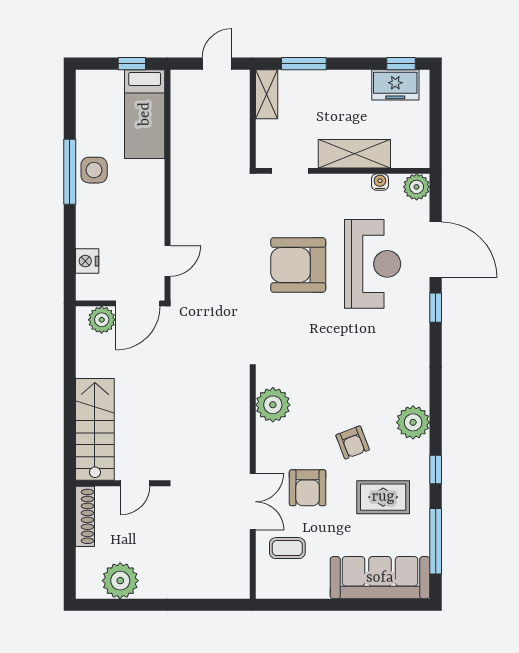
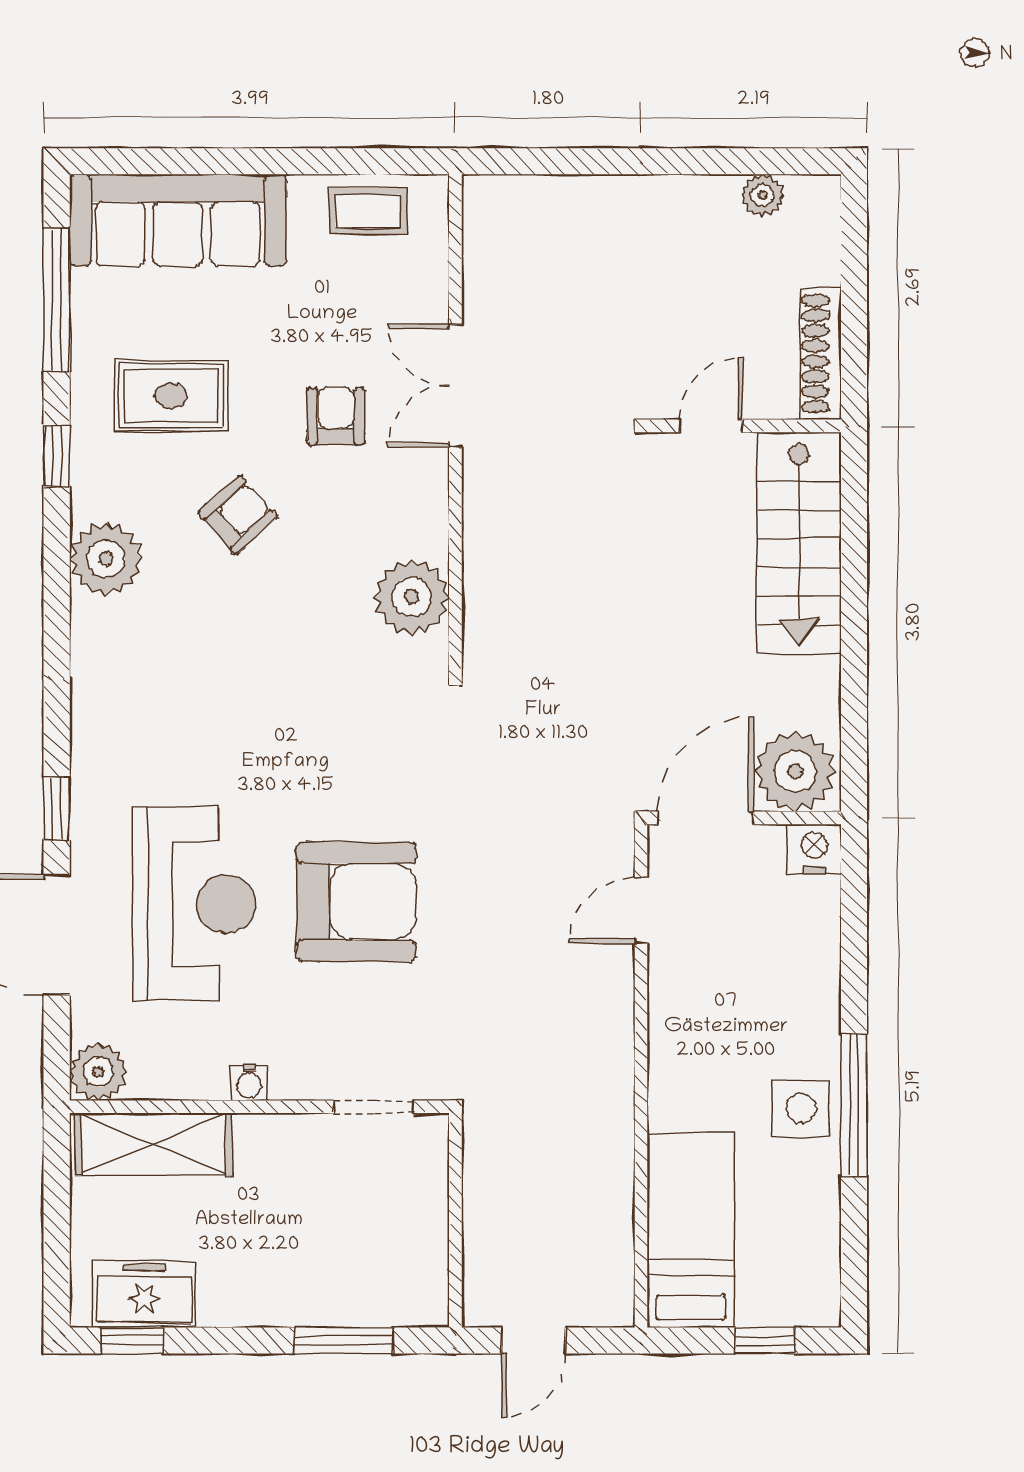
window: (132, 64) -> (765, 1340), moved
shelving: (267, 94) -> (425, 1274), removed
shelving: (354, 154) -> (153, 1144), moved
water cooler: (380, 182) -> (249, 1082), moved
nightstand: (87, 261) -> (814, 849), moved, turned -90
reception desk: (373, 264) -> (194, 904), turned 180
plant: (102, 320) -> (795, 772), width x1.36, depth x1.36
armchair: (353, 442) -> (238, 515), turned 69
armchair: (308, 488) -> (336, 416), width x0.72, depth x0.72
coffee table: (287, 548) -> (368, 211), moved
plant: (120, 581) -> (762, 195), width x0.53, depth x0.53

